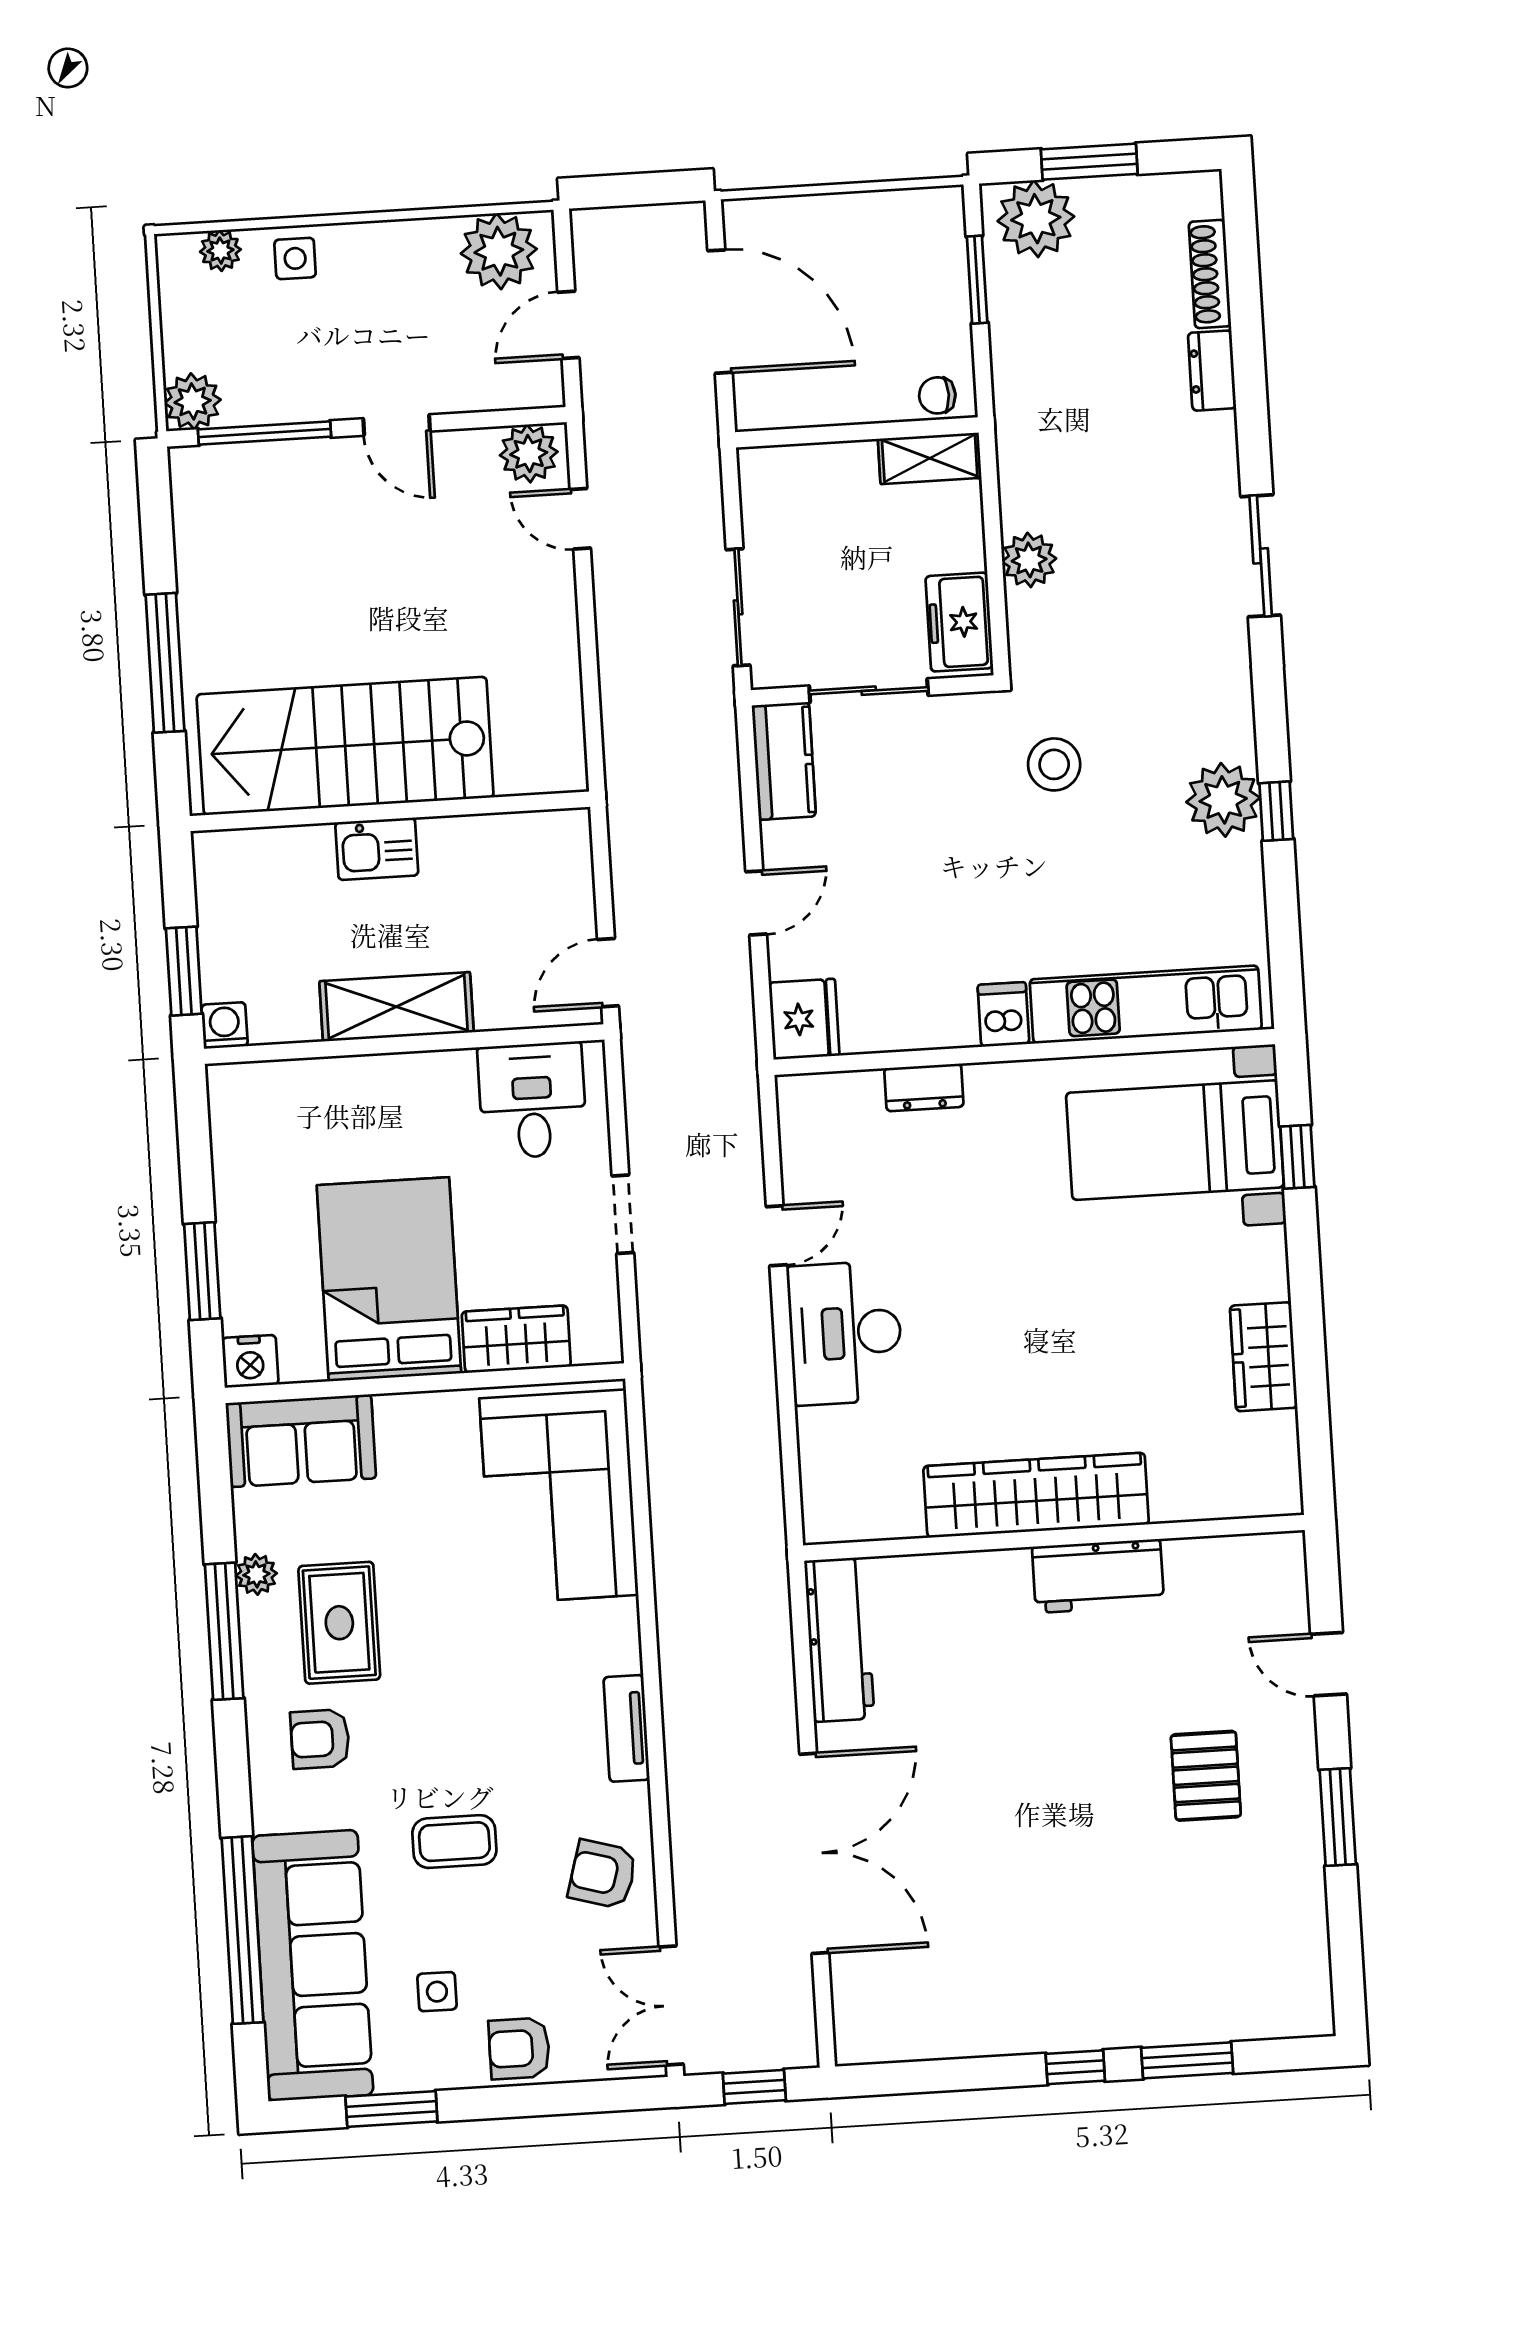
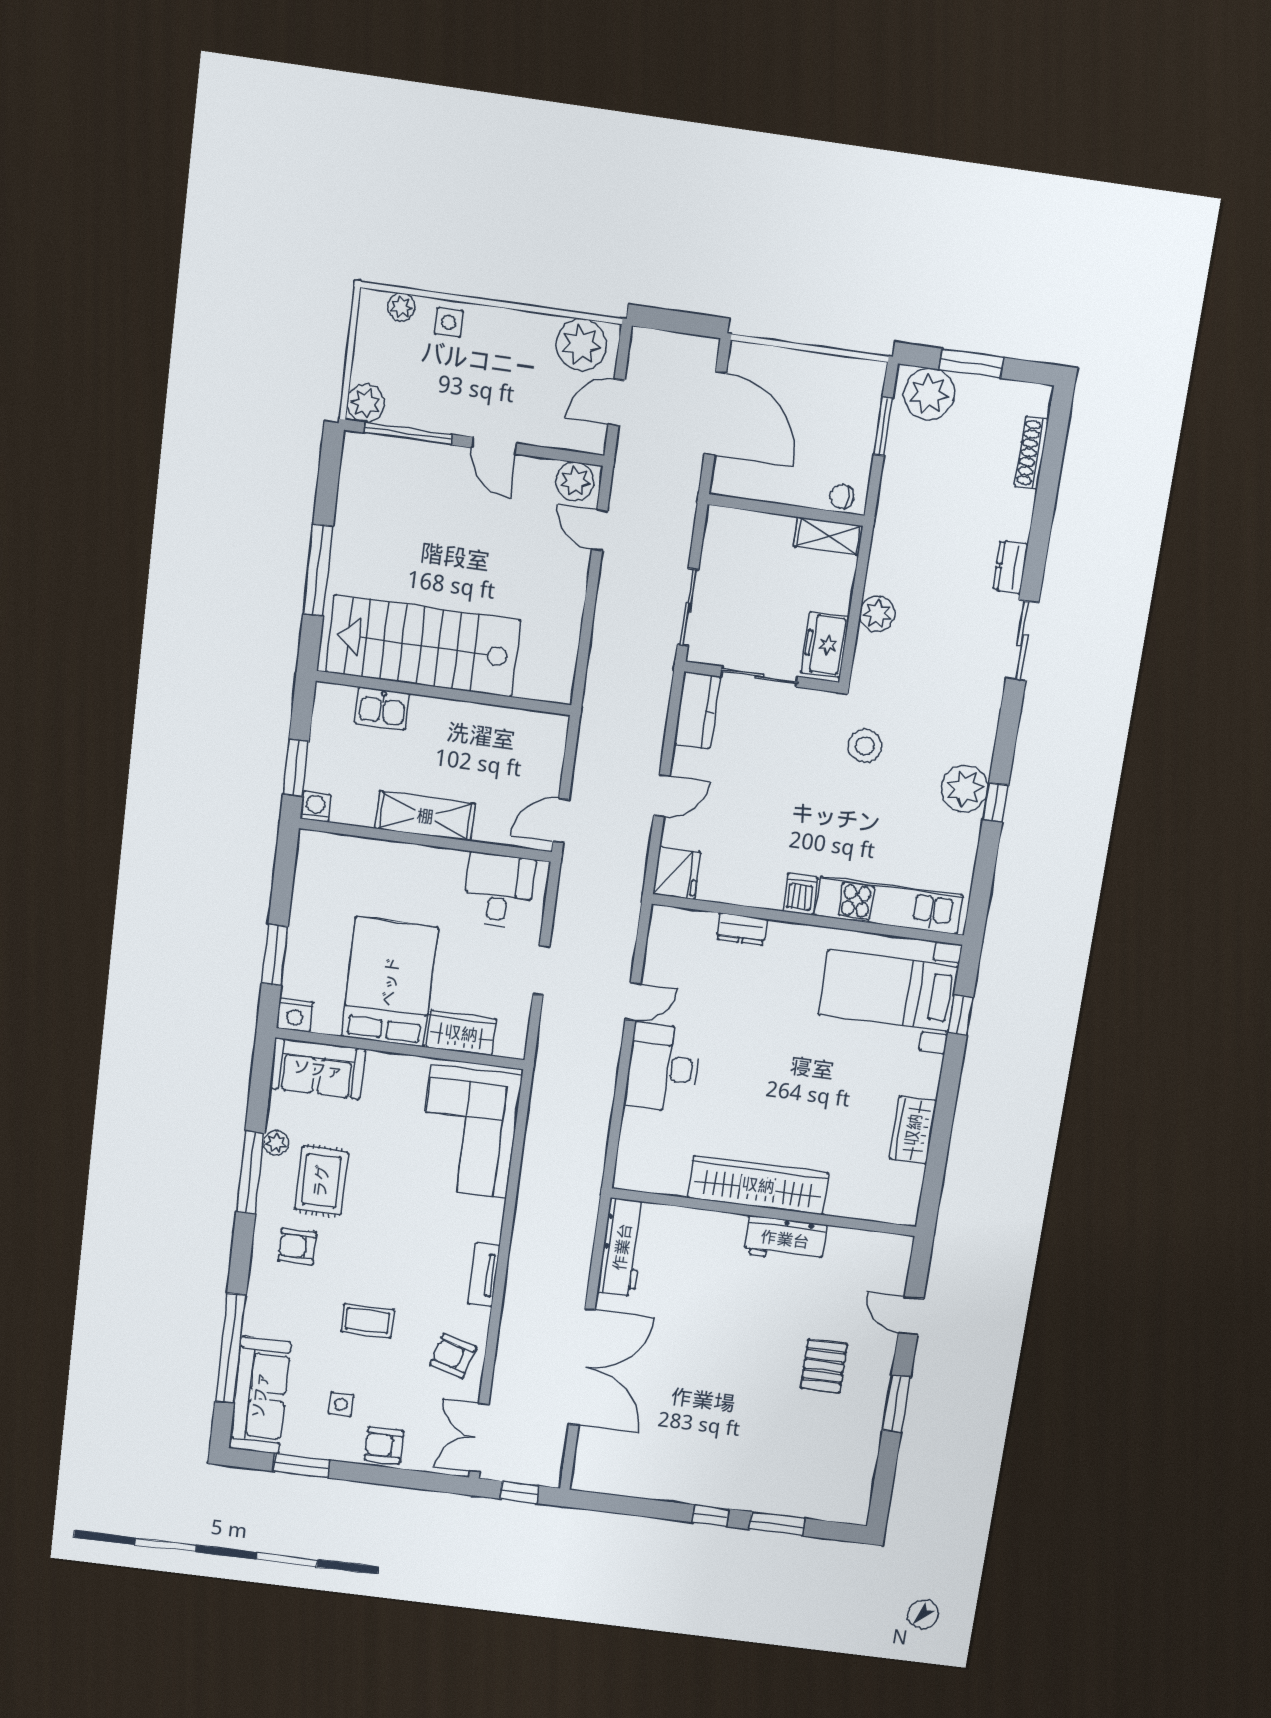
dresser: (1212, 371) -> (1010, 567), moved
kitchen sink: (377, 849) -> (382, 708), moved
sofa: (313, 1965) -> (260, 1395), width x0.74, depth x0.79

